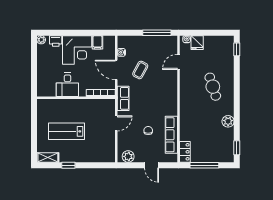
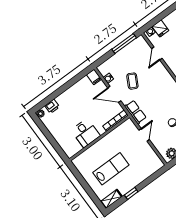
filing cabinet: (97, 42) -> (94, 77), moved
corner desk: (77, 50) -> (73, 101), removed
lab bench: (67, 131) -> (111, 169), turned 180

